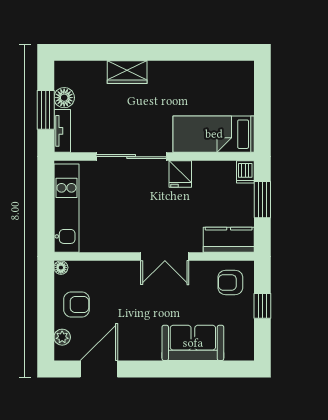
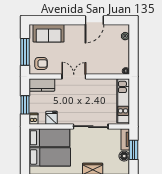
bed: (213, 96) -> (50, 157), added
fridge: (180, 174) -> (52, 118), moved
armchair: (76, 304) -> (118, 52), removed
window: (262, 306) -> (25, 52), width x2.17
sofa: (193, 343) -> (49, 33), moved
door: (99, 369) -> (94, 20), moved

